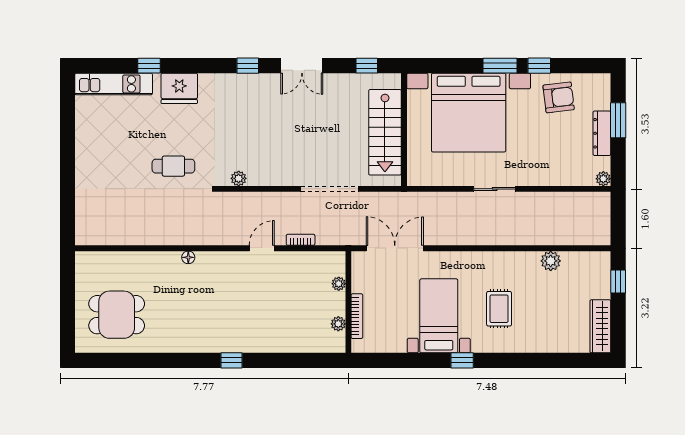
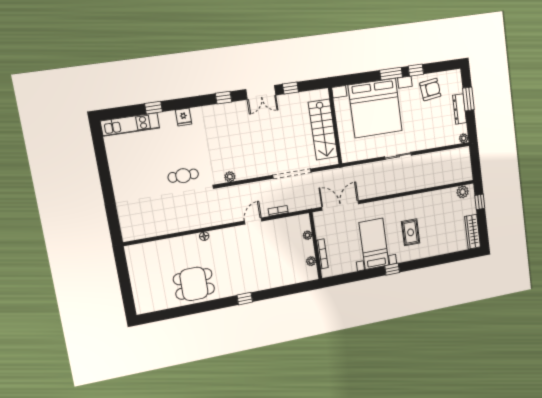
window: (367, 66) -> (290, 88), moved
fridge: (179, 88) -> (184, 117), width x0.53, depth x0.75
plant: (551, 261) -> (463, 192), moved
dining table: (117, 315) -> (194, 284), moved

